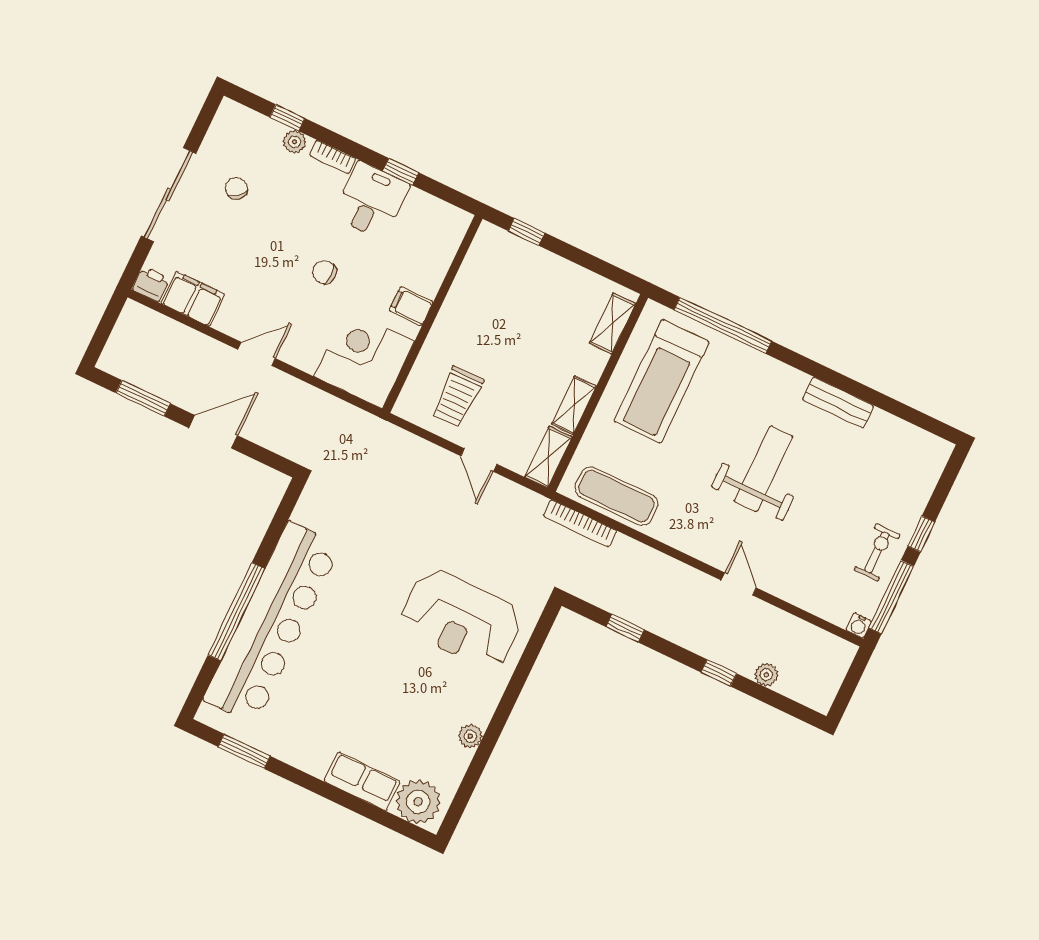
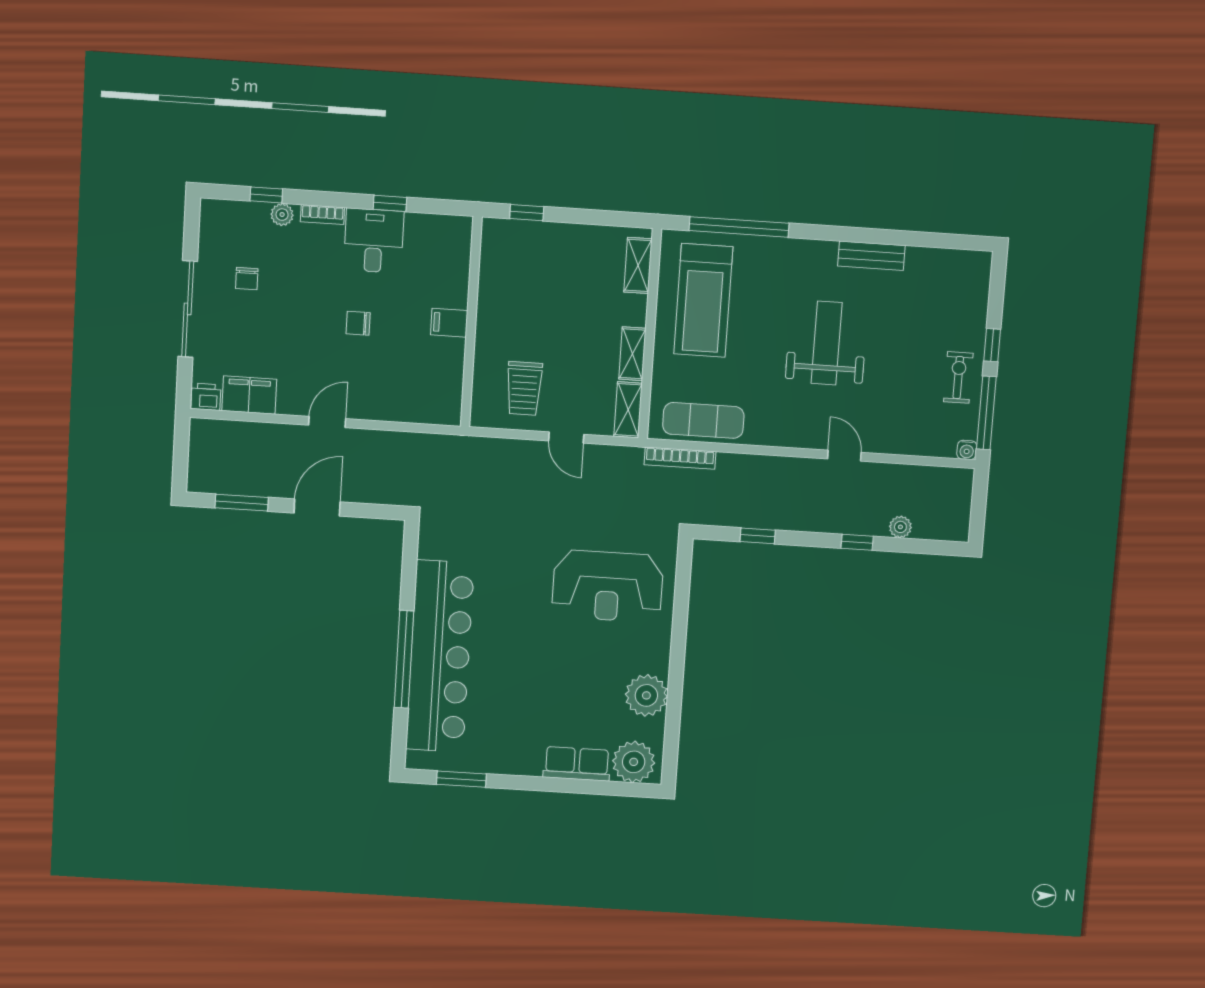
chair: (236, 188) -> (247, 279), turned -140
corner desk: (364, 359) -> (426, 387), removed
plant: (470, 736) -> (646, 695), width x1.87, depth x1.87

